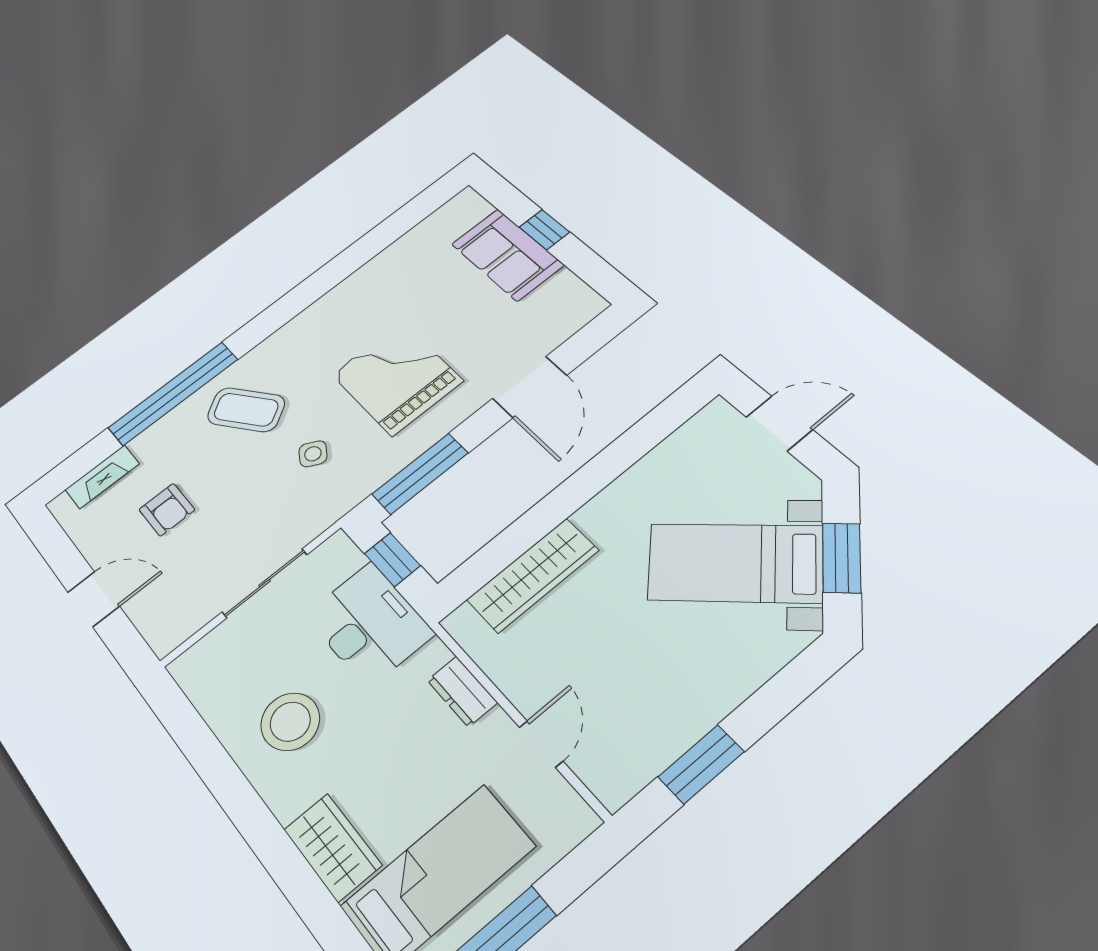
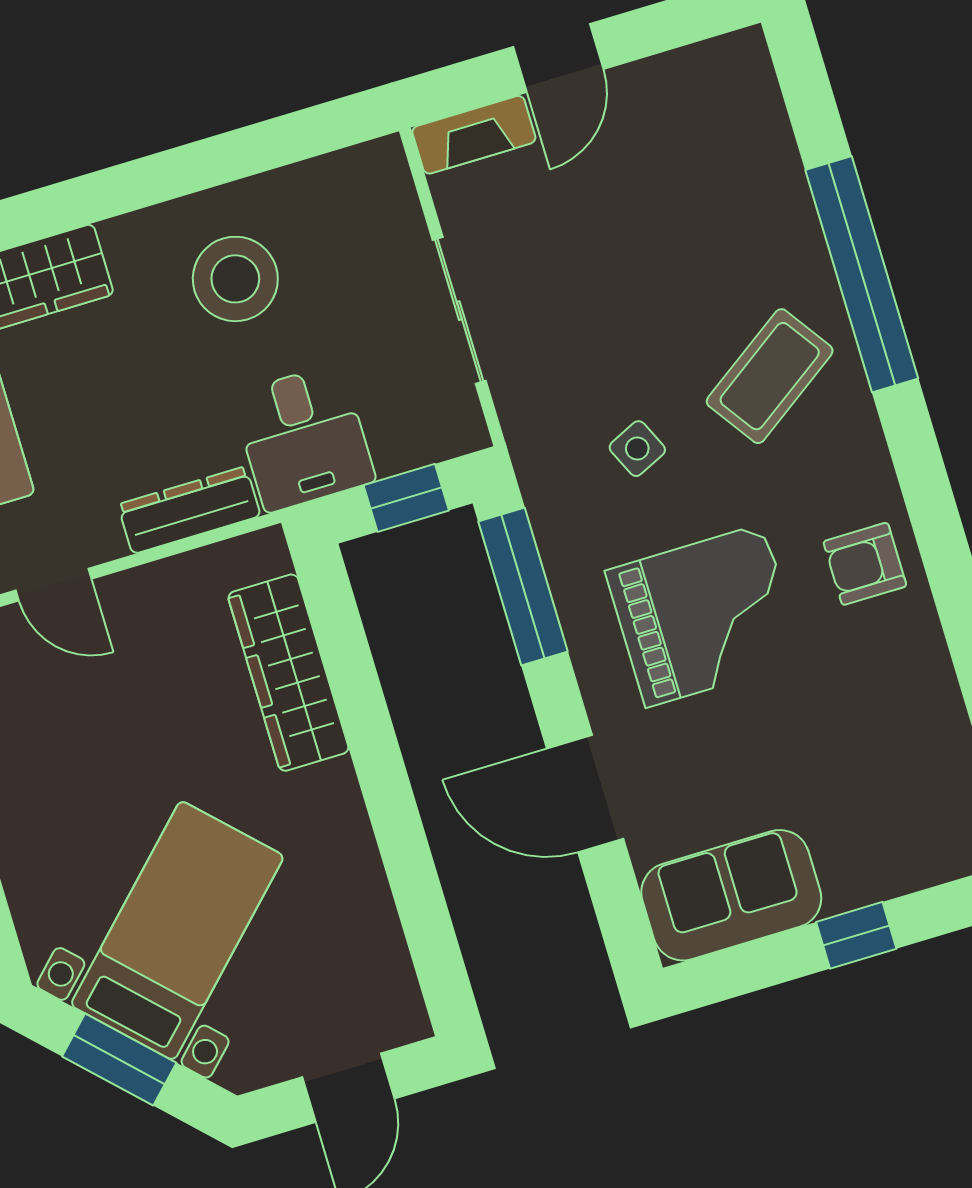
sofa: (507, 255) -> (731, 895), moved
side table: (313, 454) -> (637, 449), turned 35
fireplace: (102, 477) -> (474, 135), moved, turned -90
armchair: (167, 510) -> (865, 564), moved
desk: (369, 624) -> (303, 438), width x0.73
dresser: (462, 691) -> (189, 510), width x1.44

